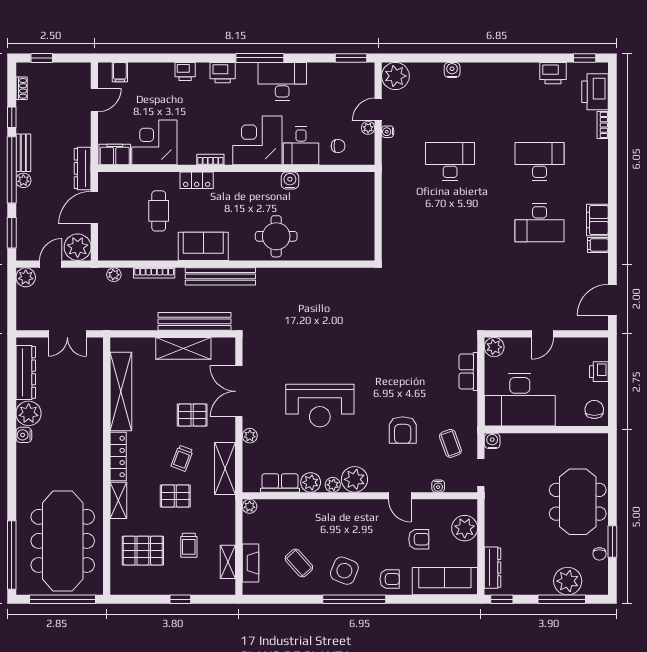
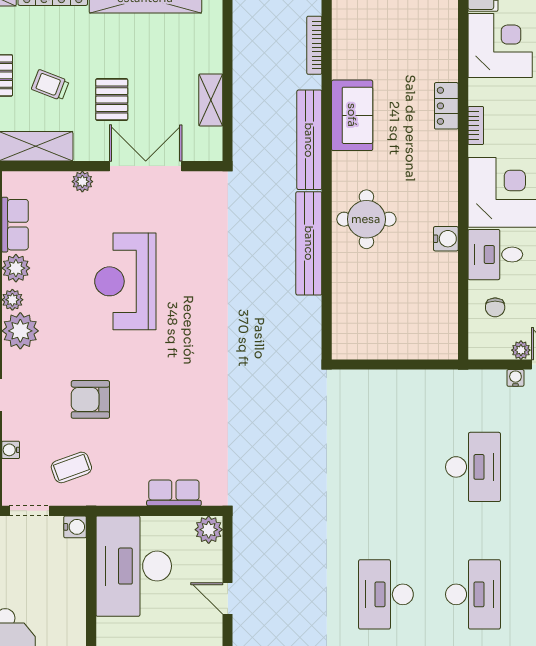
cafe table: (159, 211) -> (403, 52), removed
bench: (194, 321) -> (309, 243), moved
shelving: (183, 348) -> (211, 100), width x0.67, depth x0.75

